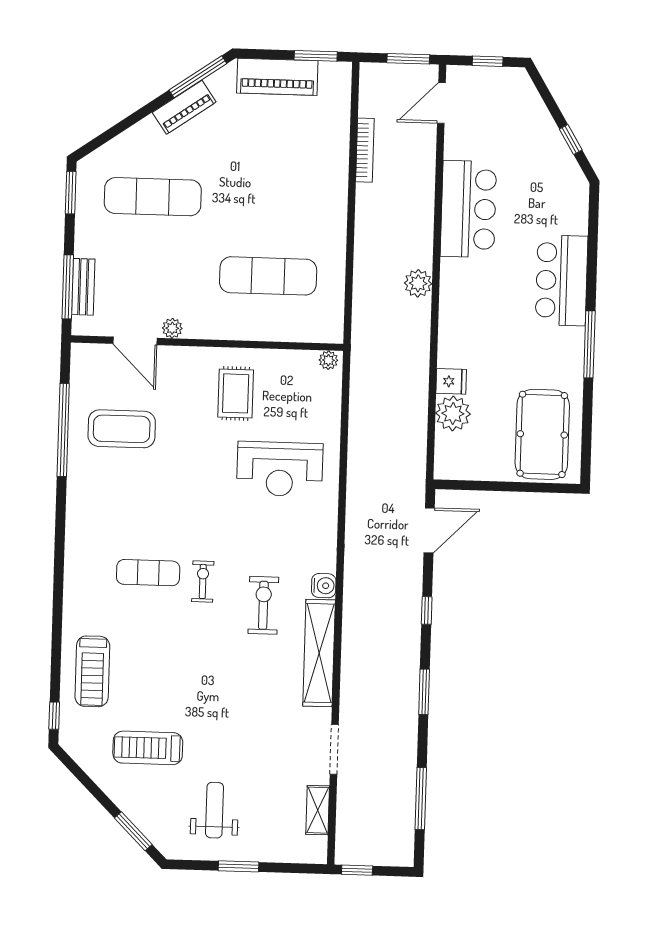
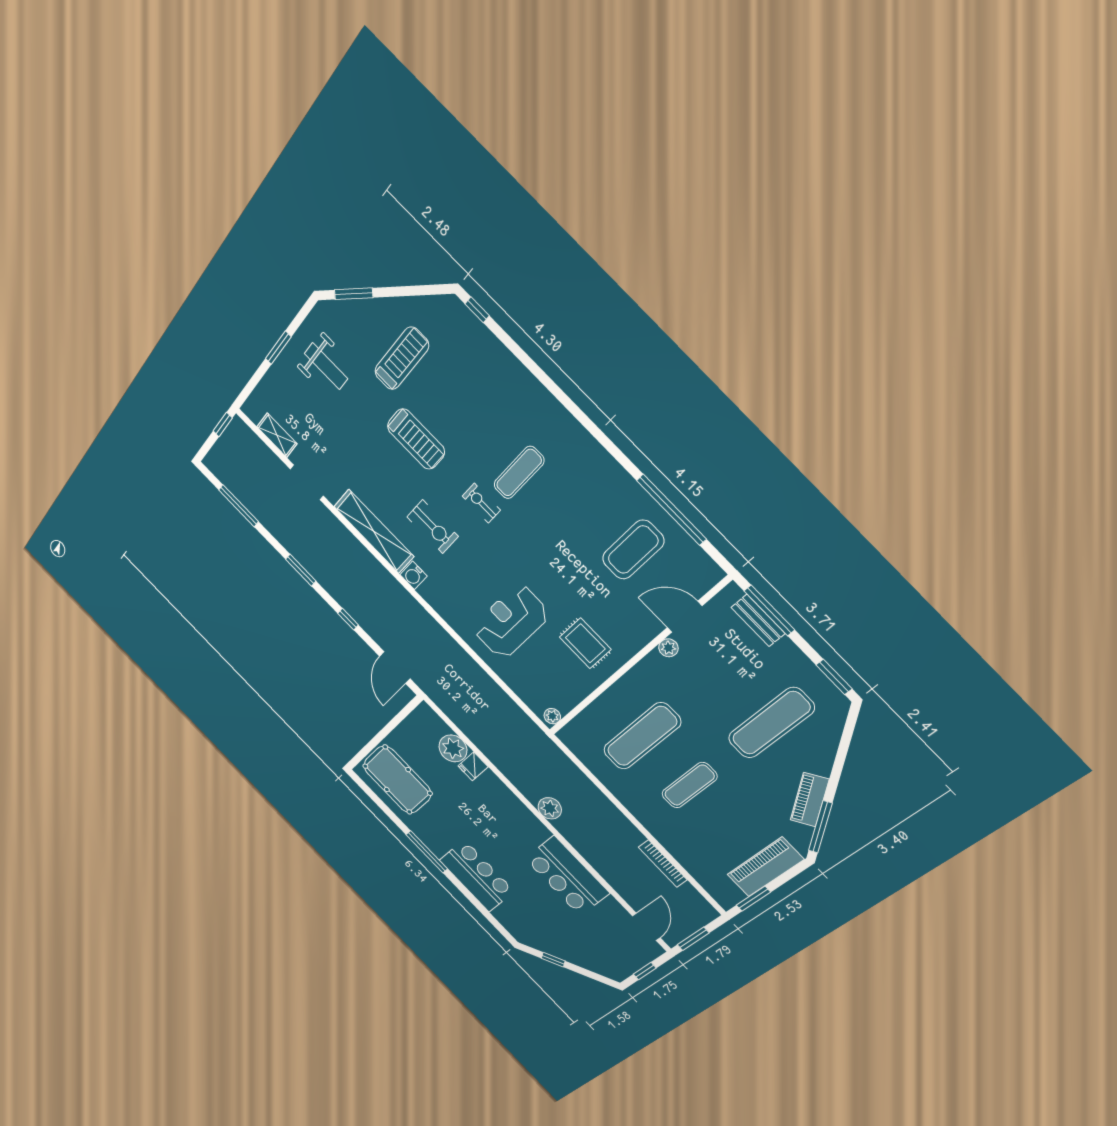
exercise mat: (270, 200) -> (689, 785), added
exercise bike: (203, 581) -> (481, 503), turned 180
treadmill: (92, 671) -> (416, 439), moved, turned 180

